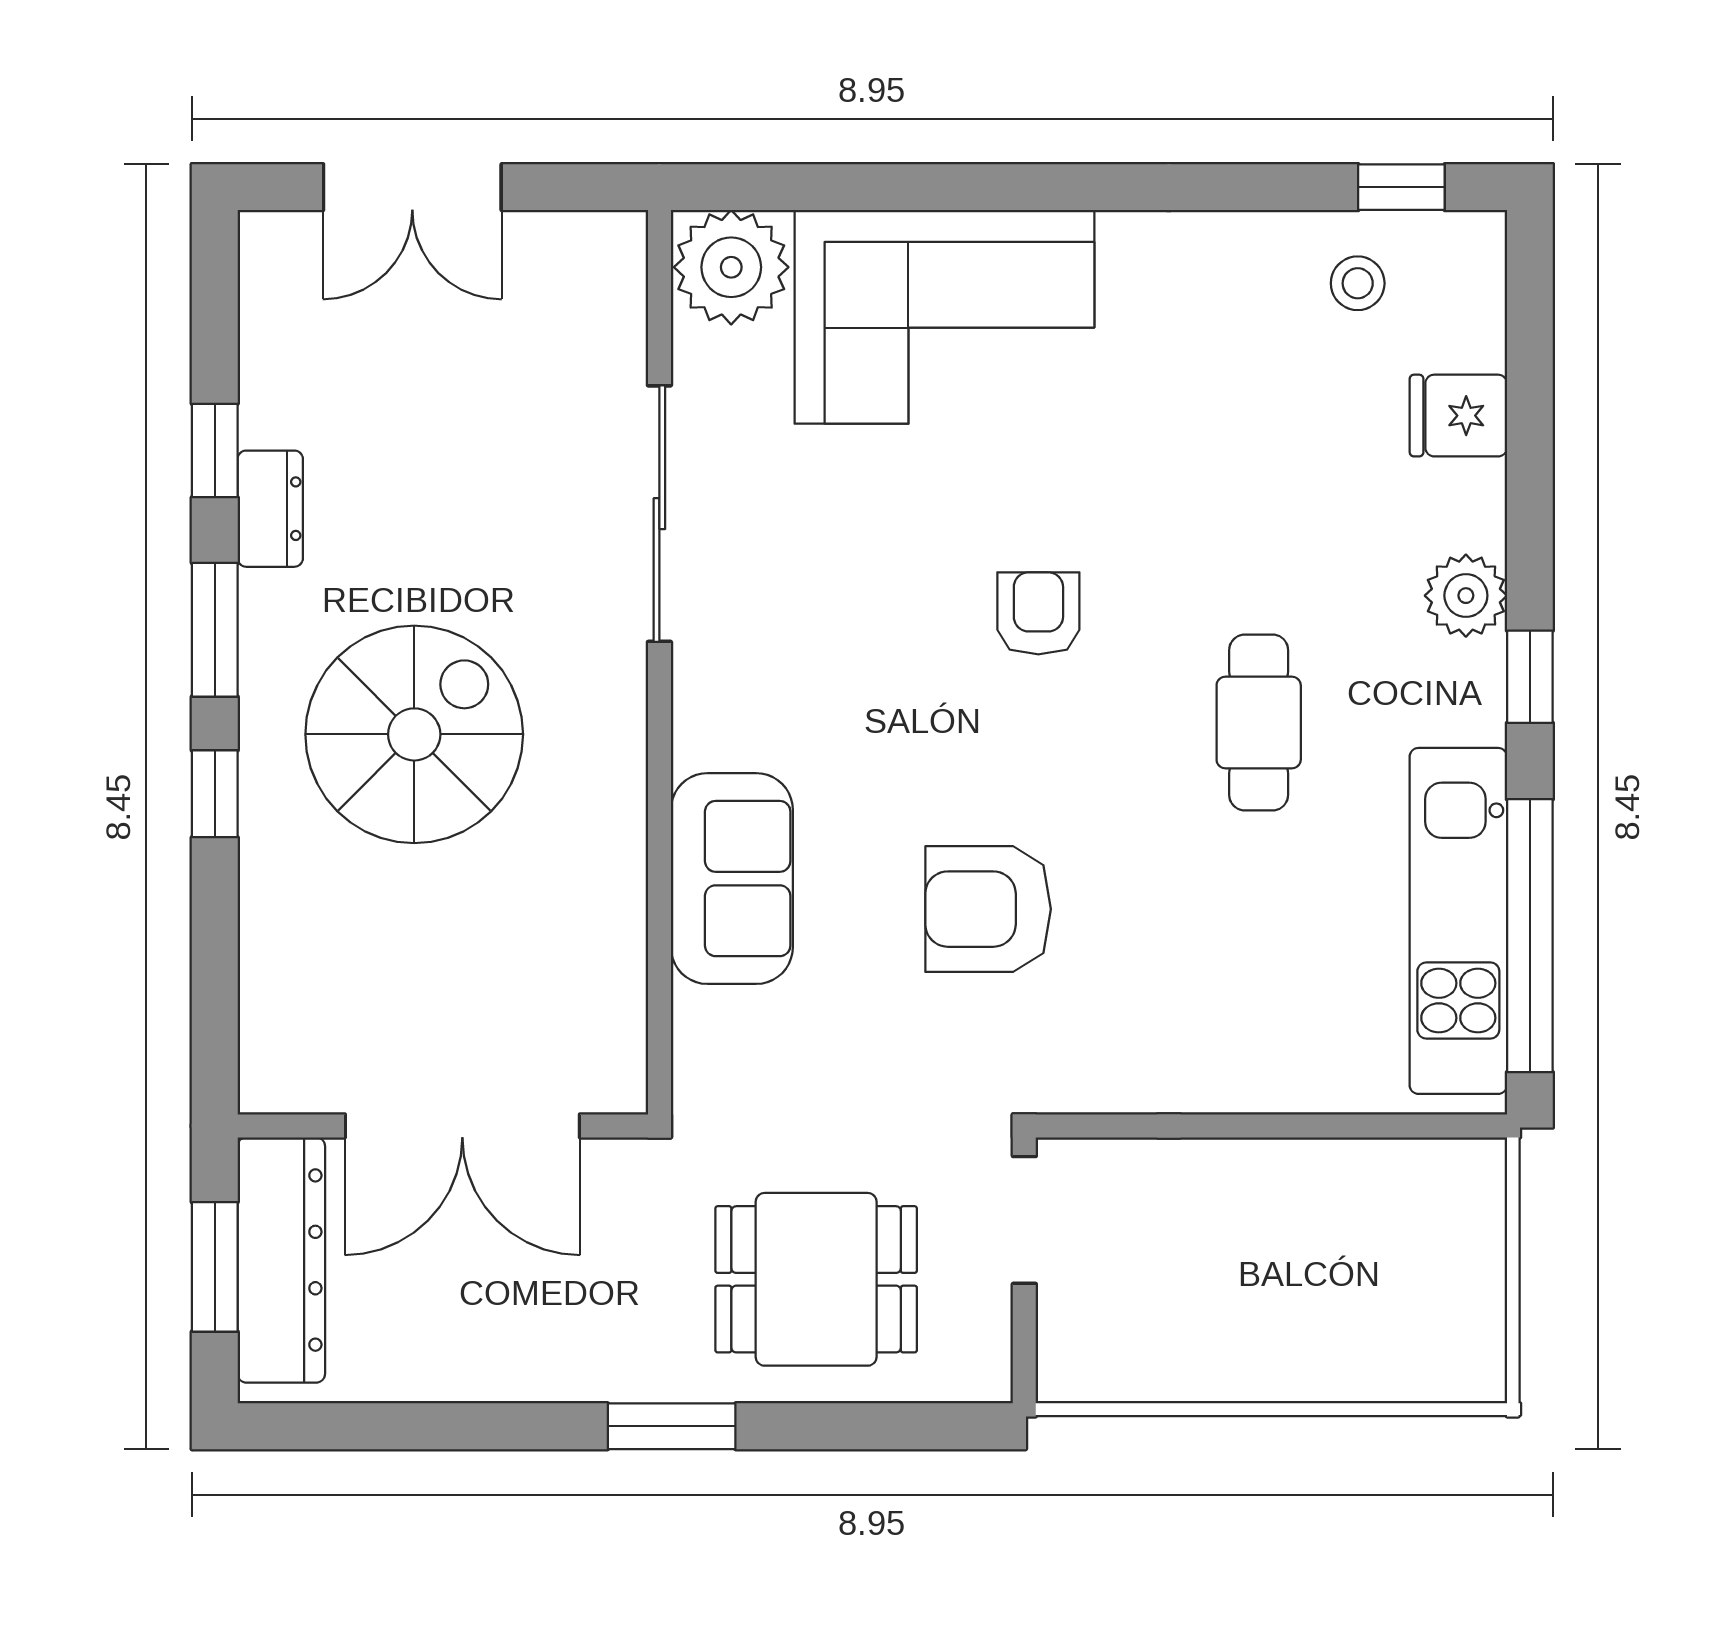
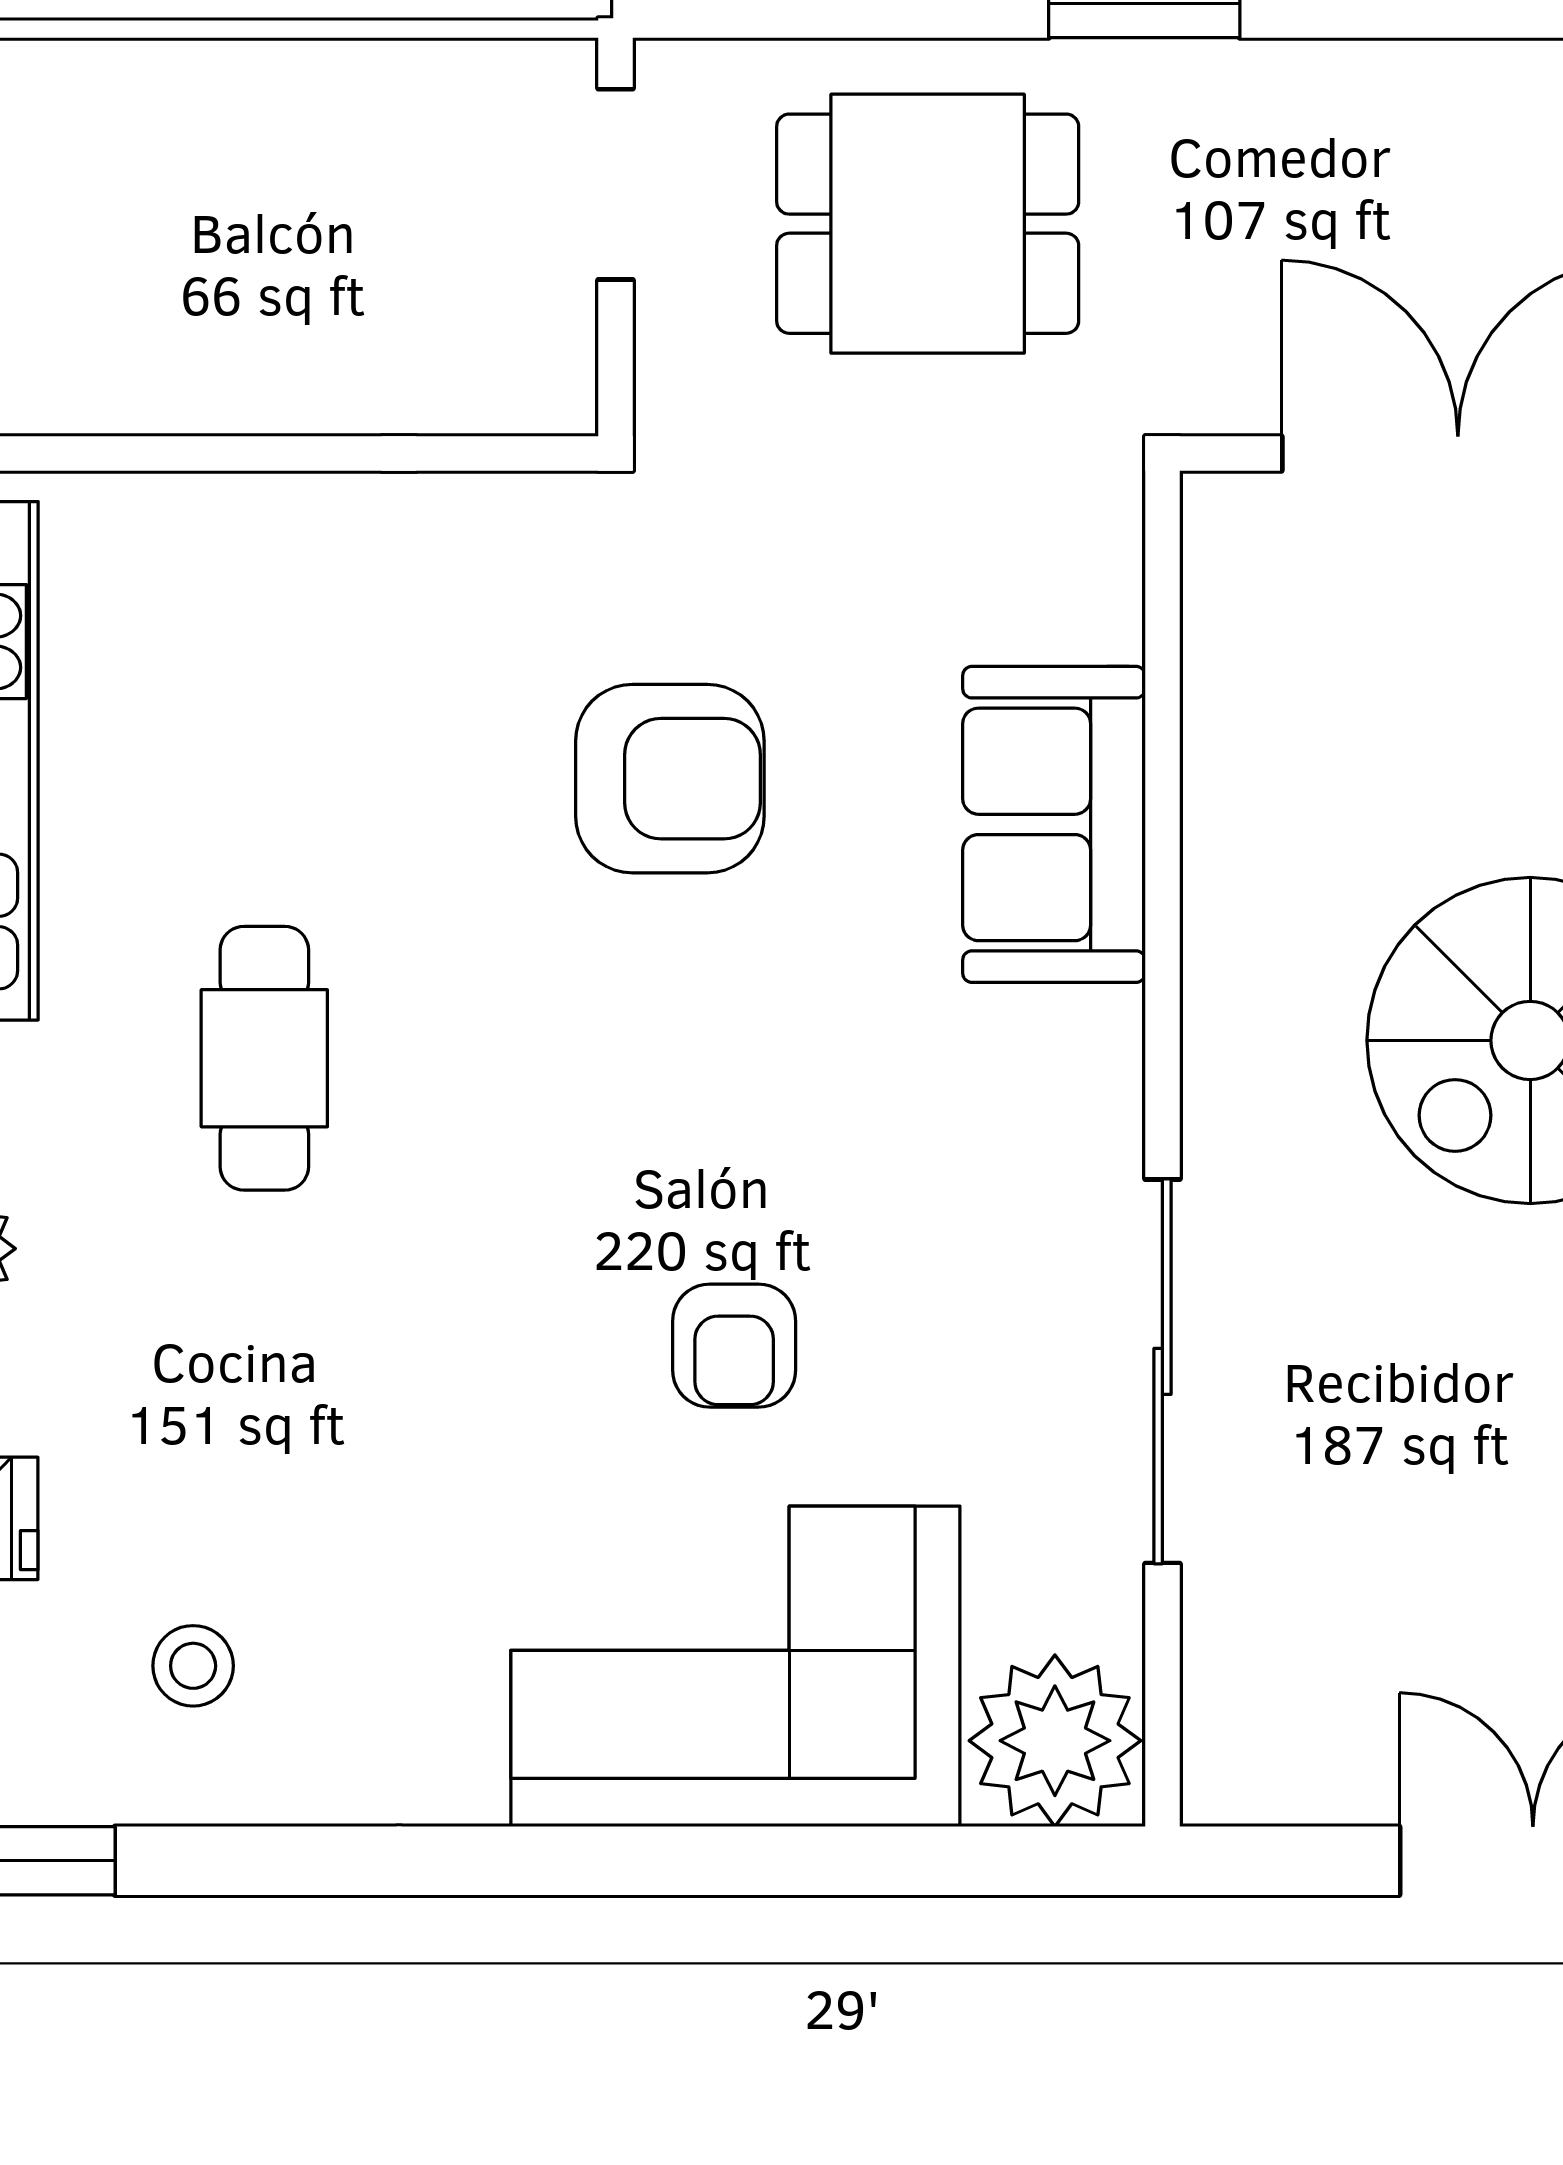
stool: (1358, 283) -> (193, 1666), moved
armchair: (1038, 613) -> (734, 1346), moved
doorway: (1024, 1220) -> (616, 184), moved

